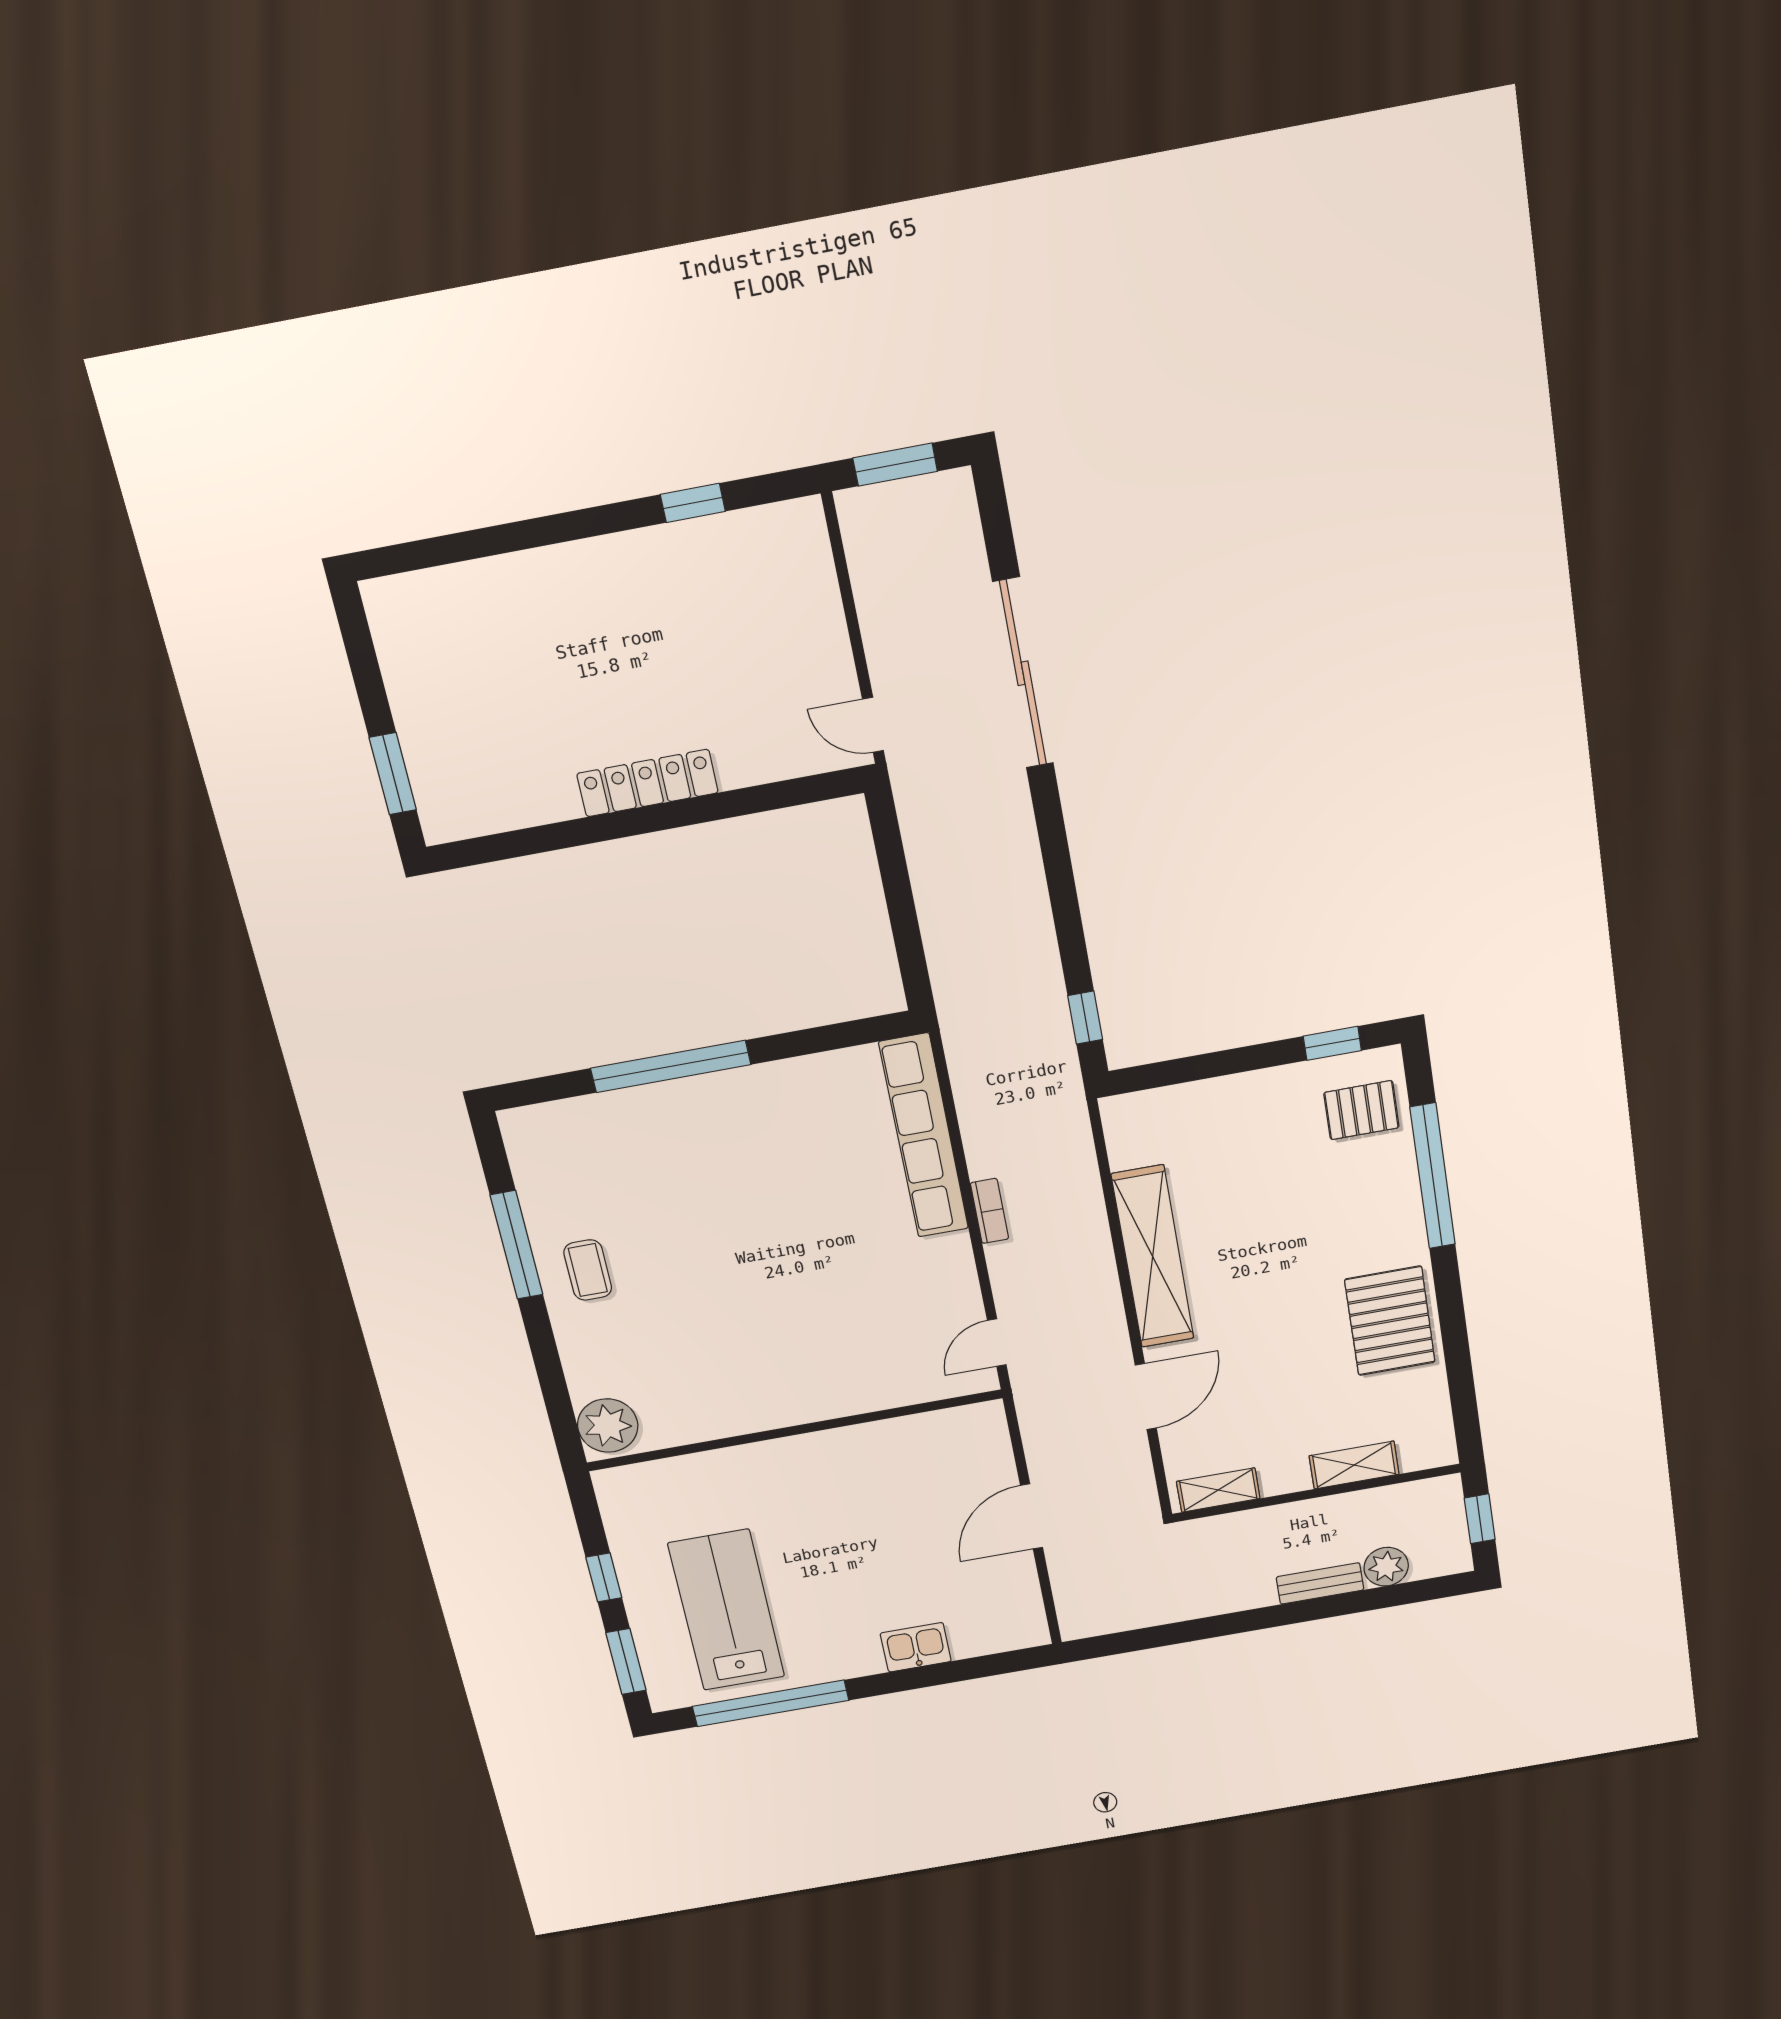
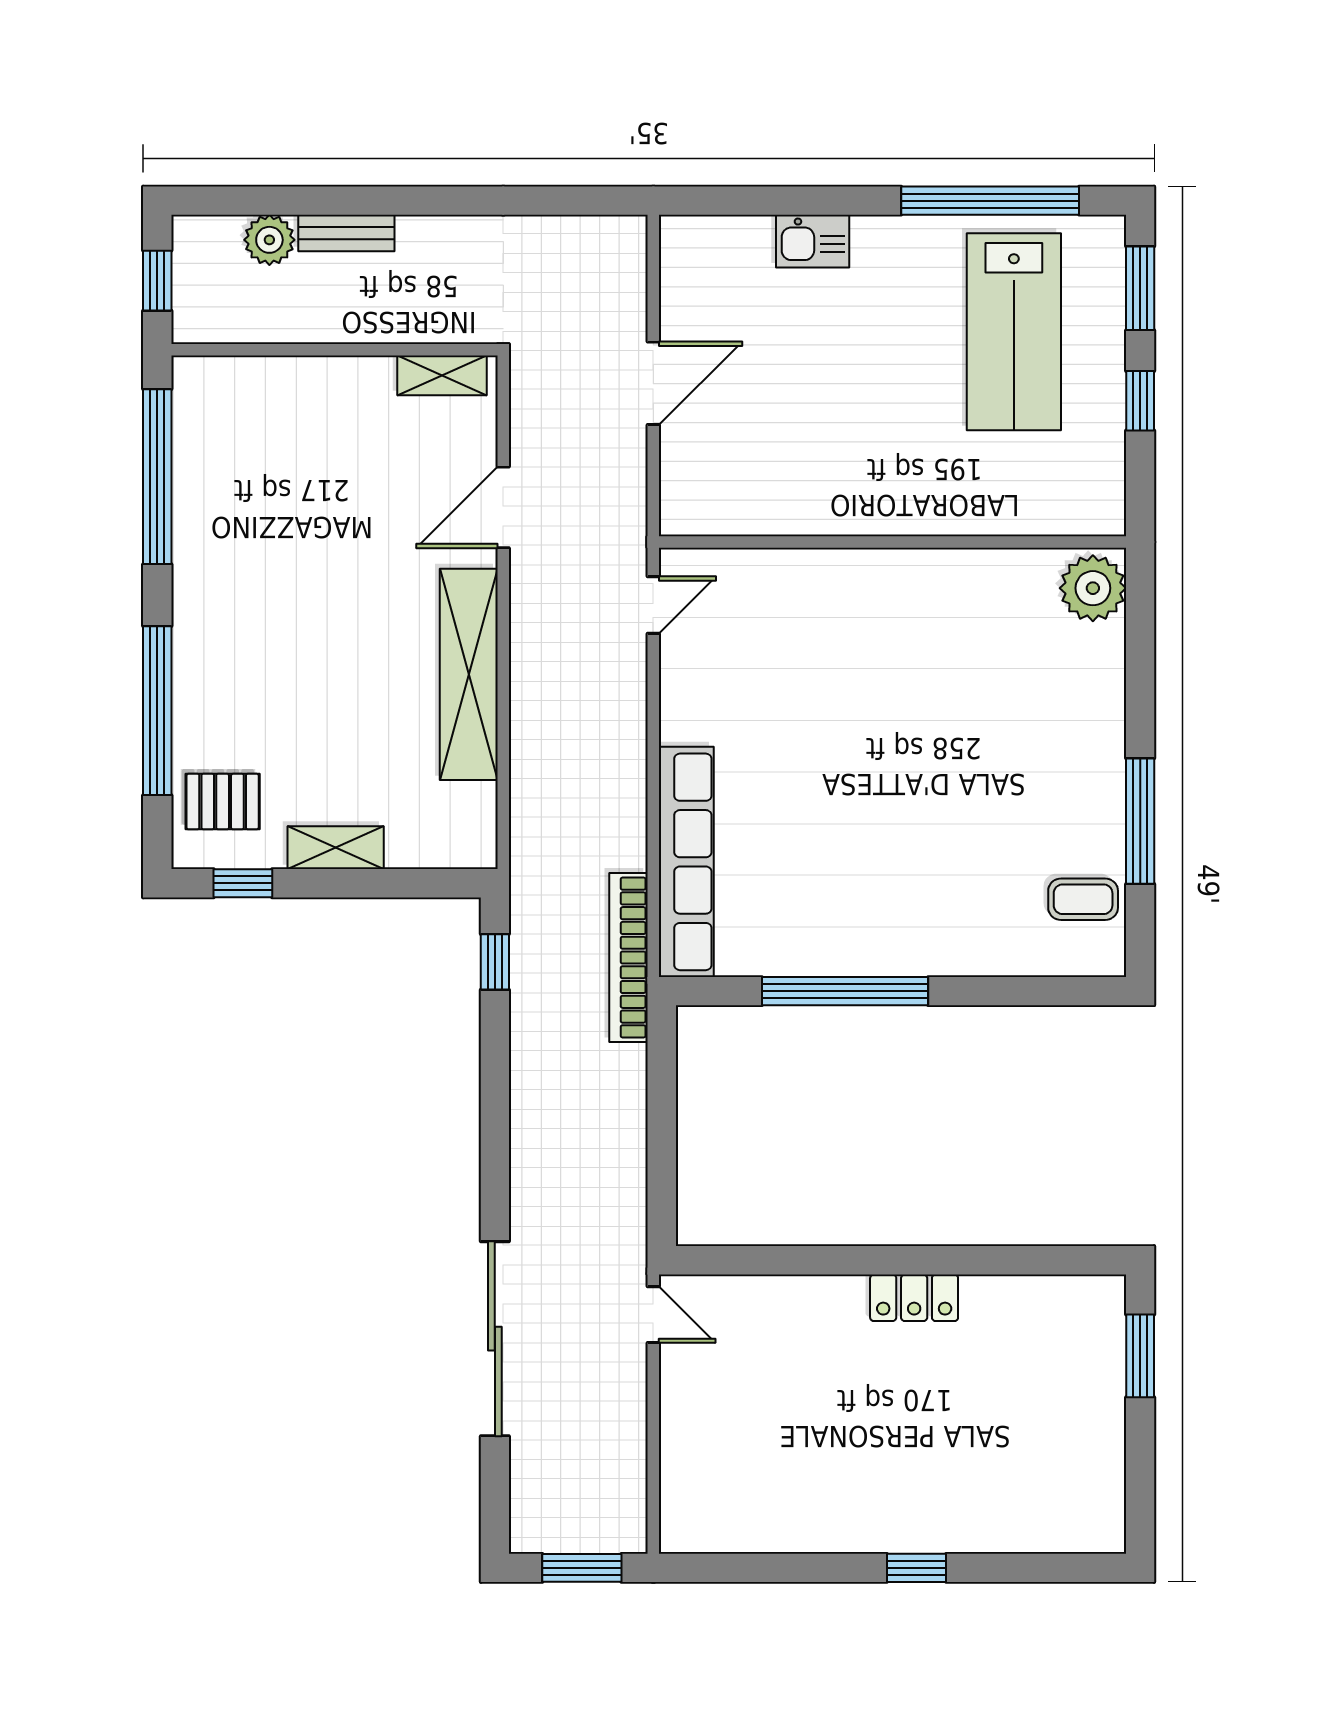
window: (693, 503) -> (917, 1568), moved
locker: (648, 783) -> (914, 1298), width x0.66
window: (671, 1066) -> (845, 991), moved
bookcase: (989, 1211) -> (629, 957), moved, width x2.31, depth x1.31
coffee table: (588, 1270) -> (1083, 899), moved, turned 90
pallet: (1390, 1321) -> (225, 547), removed
window: (1459, 1367) -> (157, 477), added
shelving: (1354, 1465) -> (336, 848), moved

